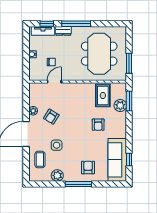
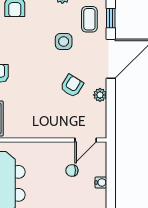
door: (54, 82) -> (86, 140), moved
window: (26, 160) -> (111, 18), added

